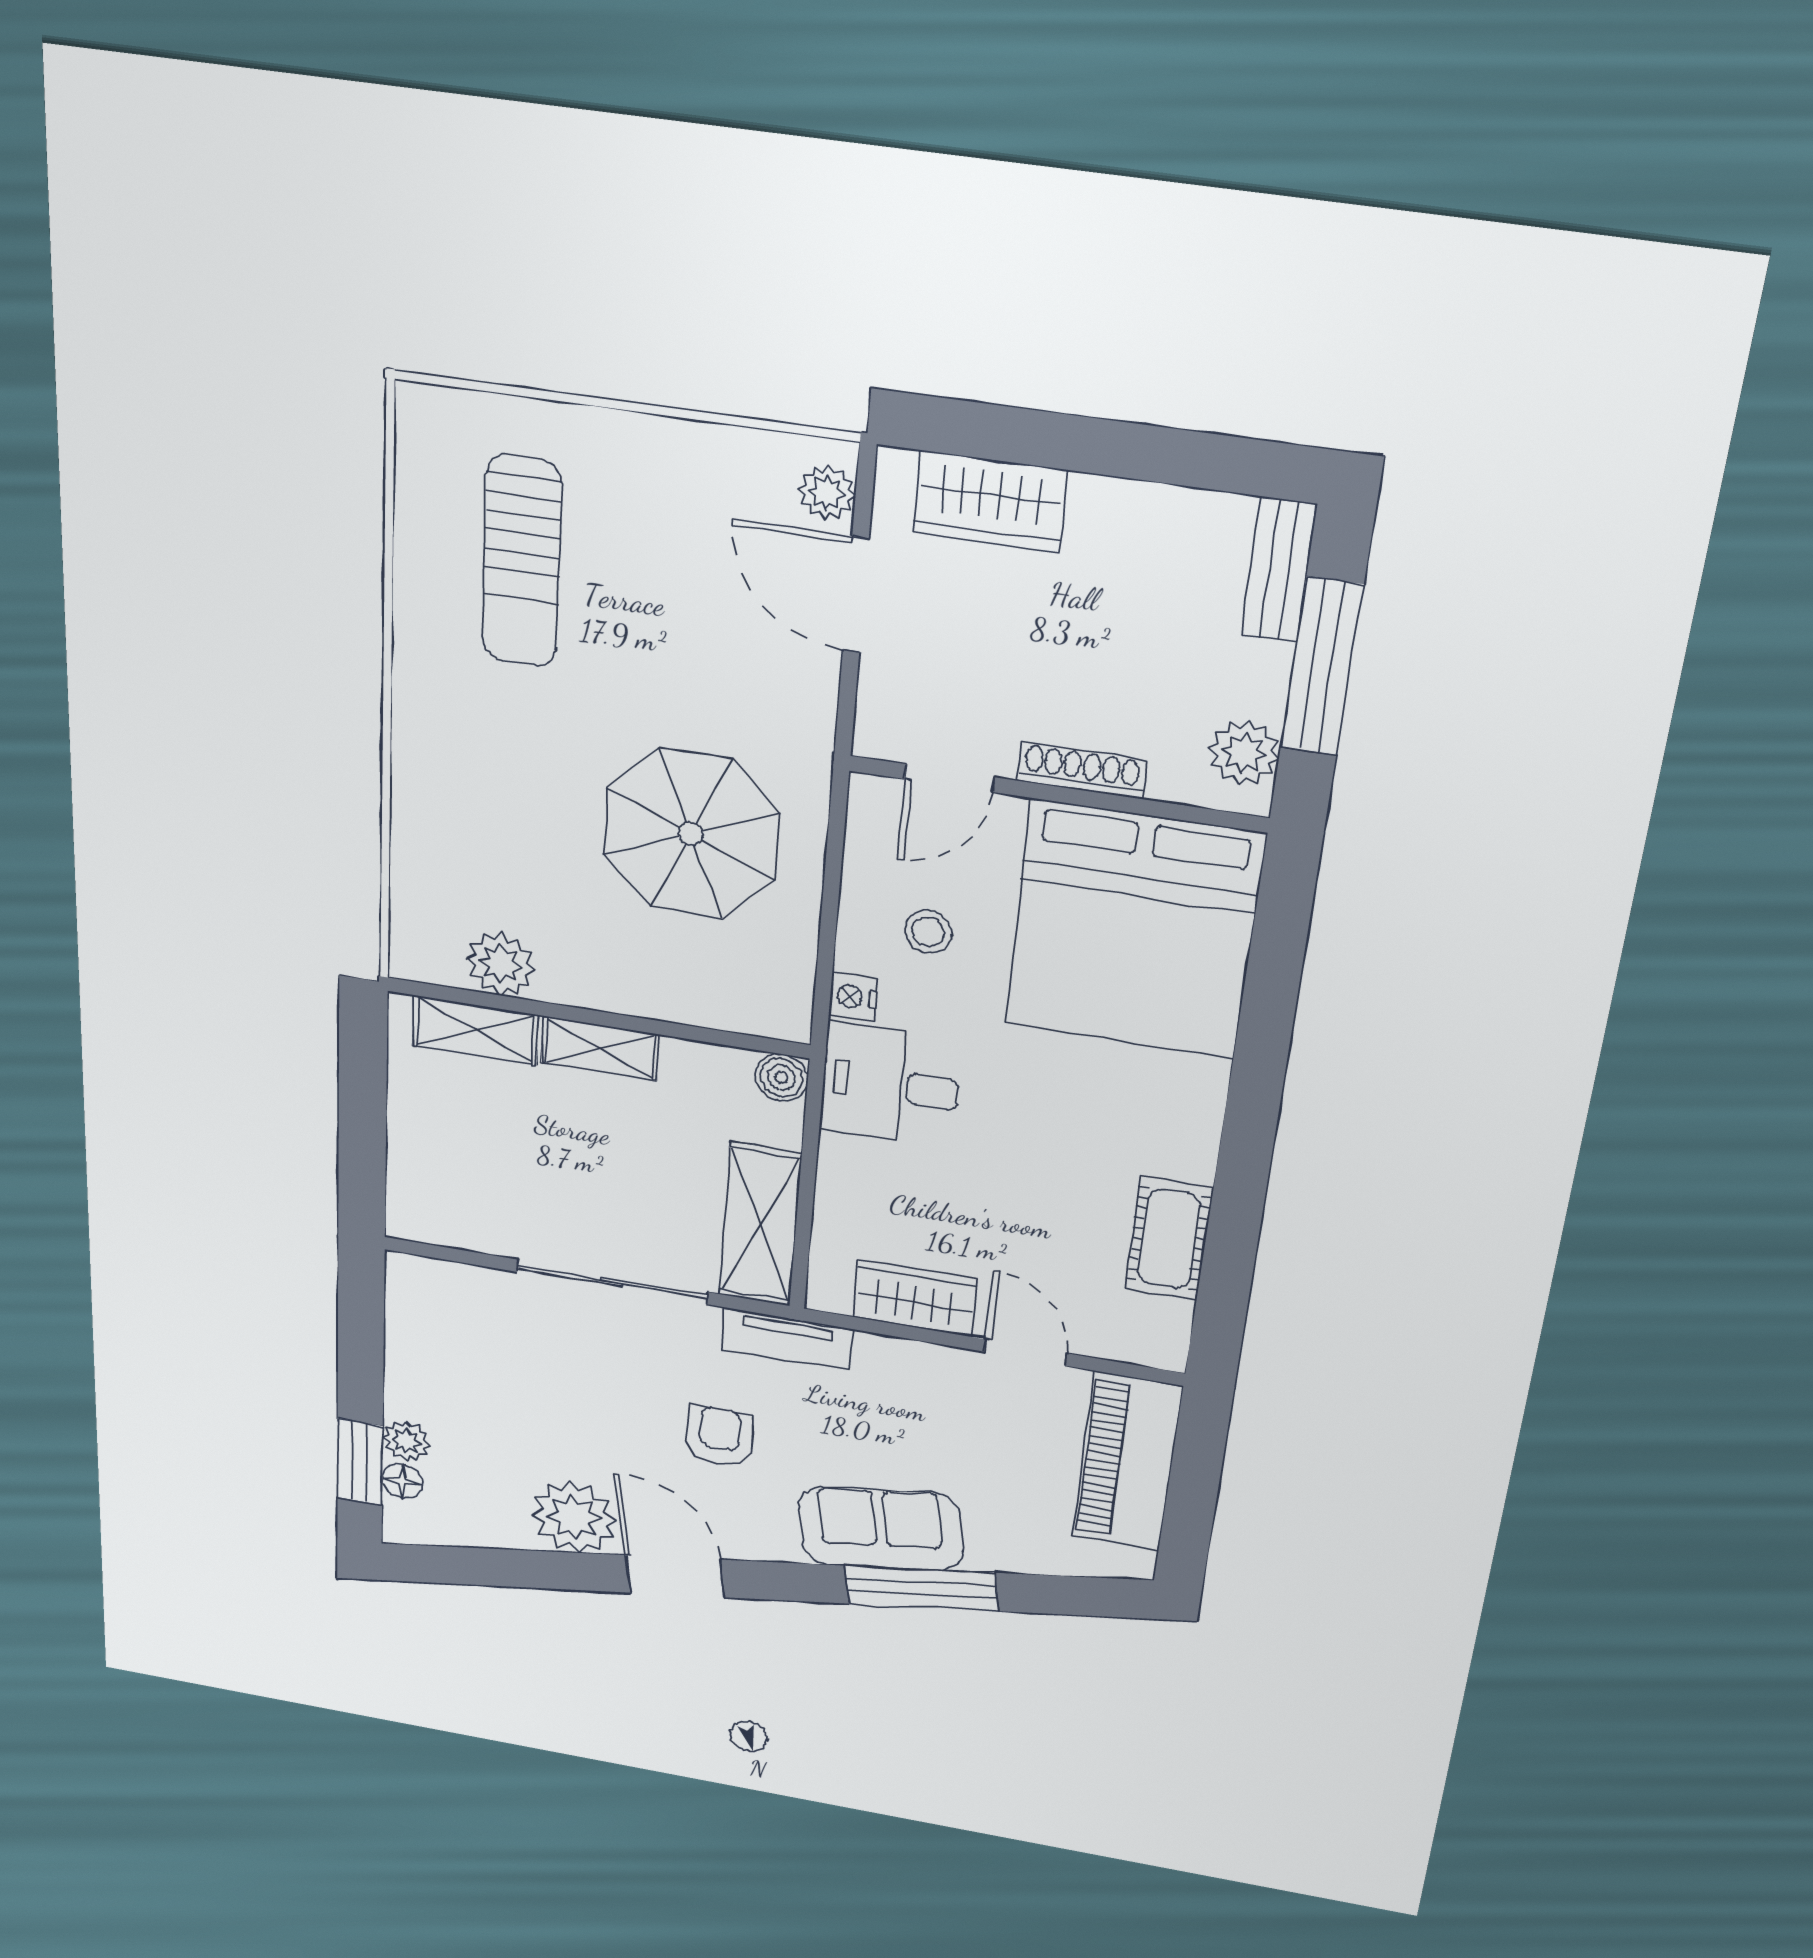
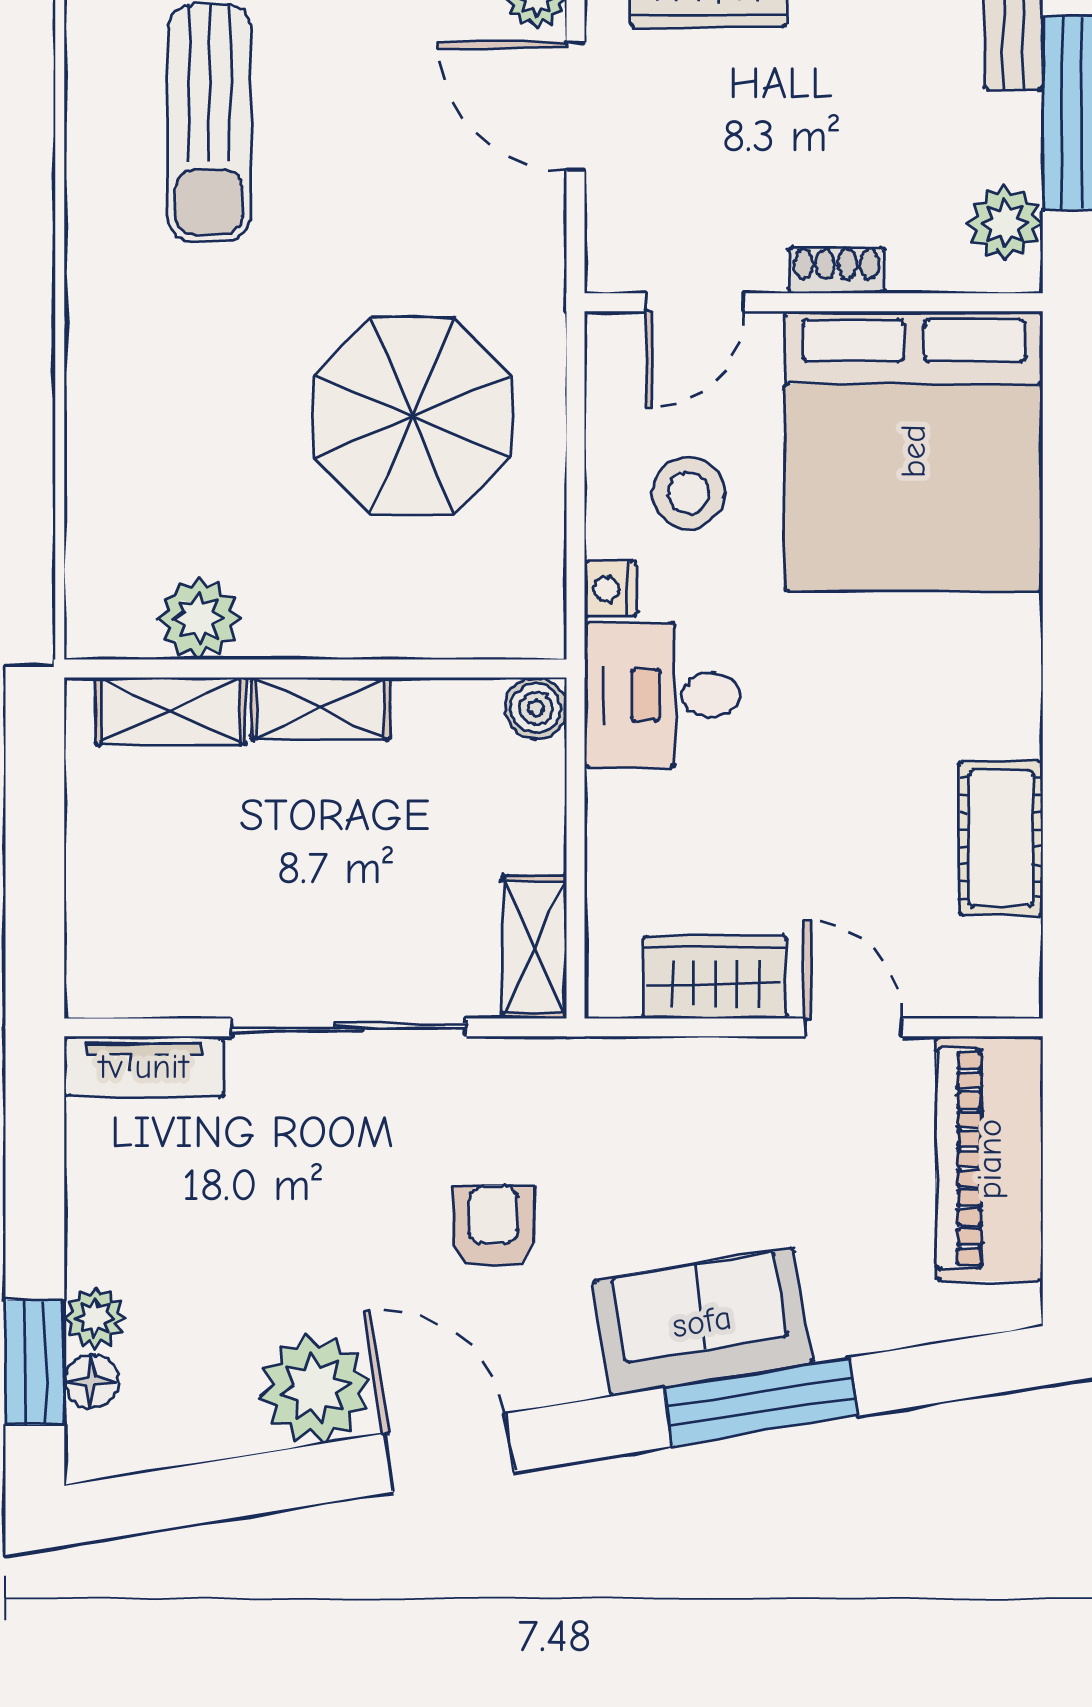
shoe rack: (1082, 770) -> (836, 270), width x0.70
stool: (928, 932) -> (688, 493), width x1.37, depth x1.37
shelving: (760, 1225) -> (535, 947), width x0.67, depth x0.75
tv unit: (787, 1339) -> (144, 1067), moved

